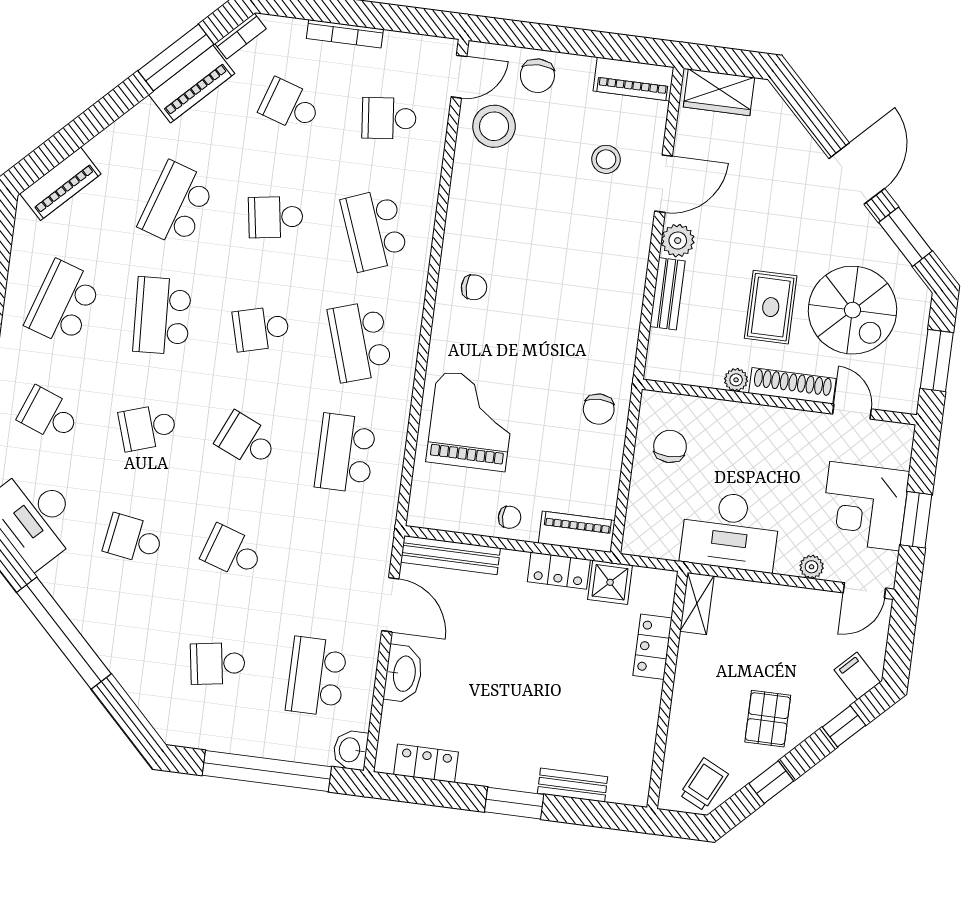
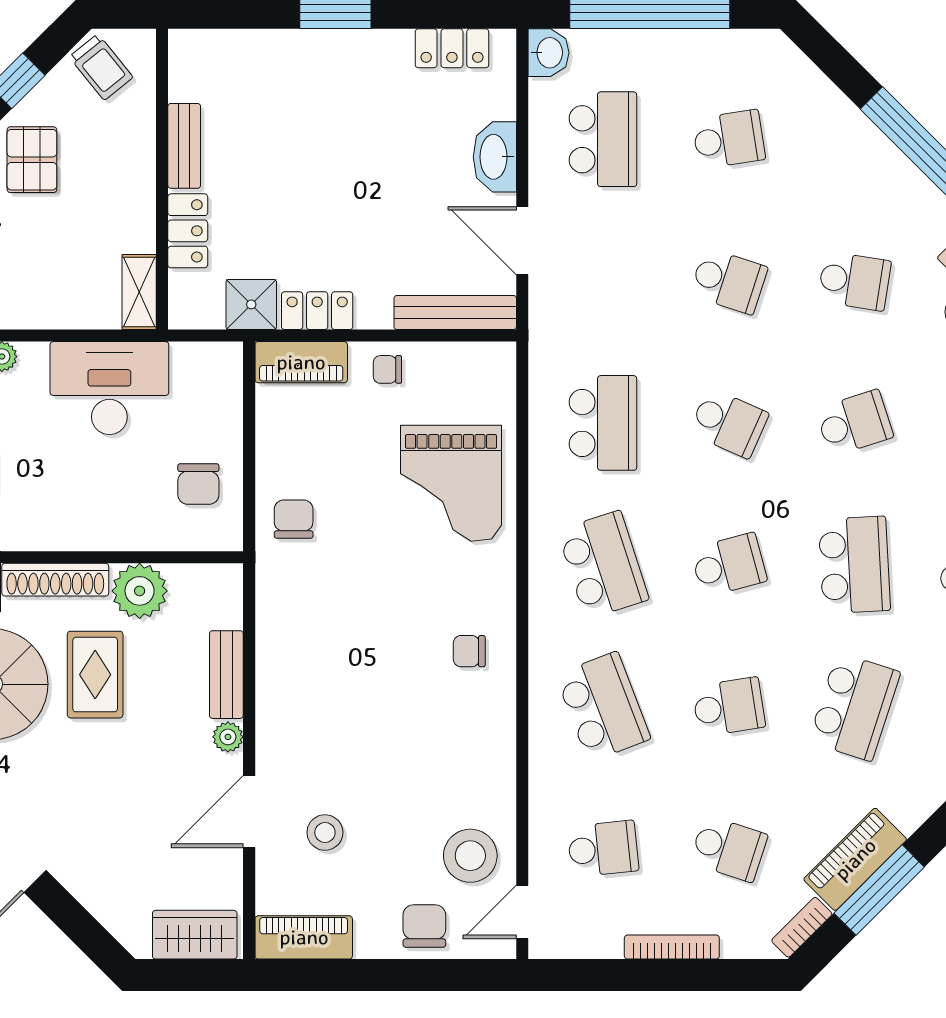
plant: (678, 241) -> (228, 737), width x0.73, depth x0.73
plant: (736, 380) -> (140, 591), width x1.88, depth x1.88
trolley: (704, 784) -> (101, 67), turned -65
bench: (573, 785) -> (184, 146), moved, turned 90

